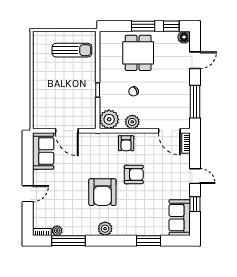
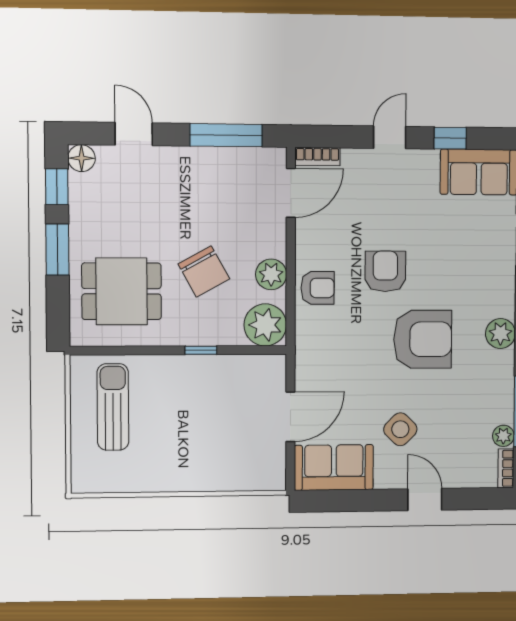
dining table: (138, 53) -> (122, 291), moved
chair: (133, 91) -> (204, 271), width x1.87, depth x1.87
side table: (61, 182) -> (400, 429), added

